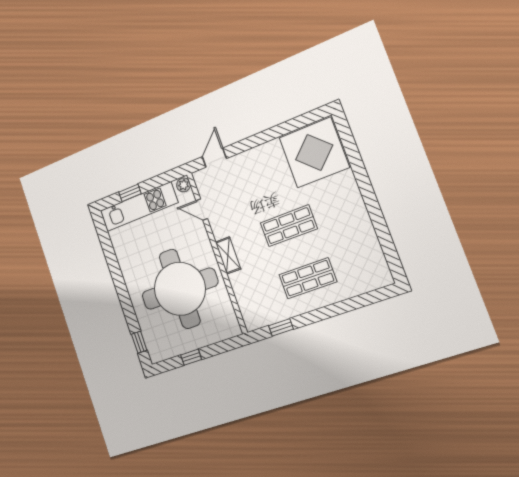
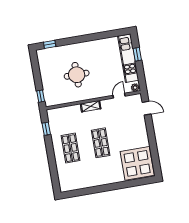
round table: (180, 289) -> (77, 75), width x0.54, depth x0.54
window: (191, 357) -> (41, 96), moved

